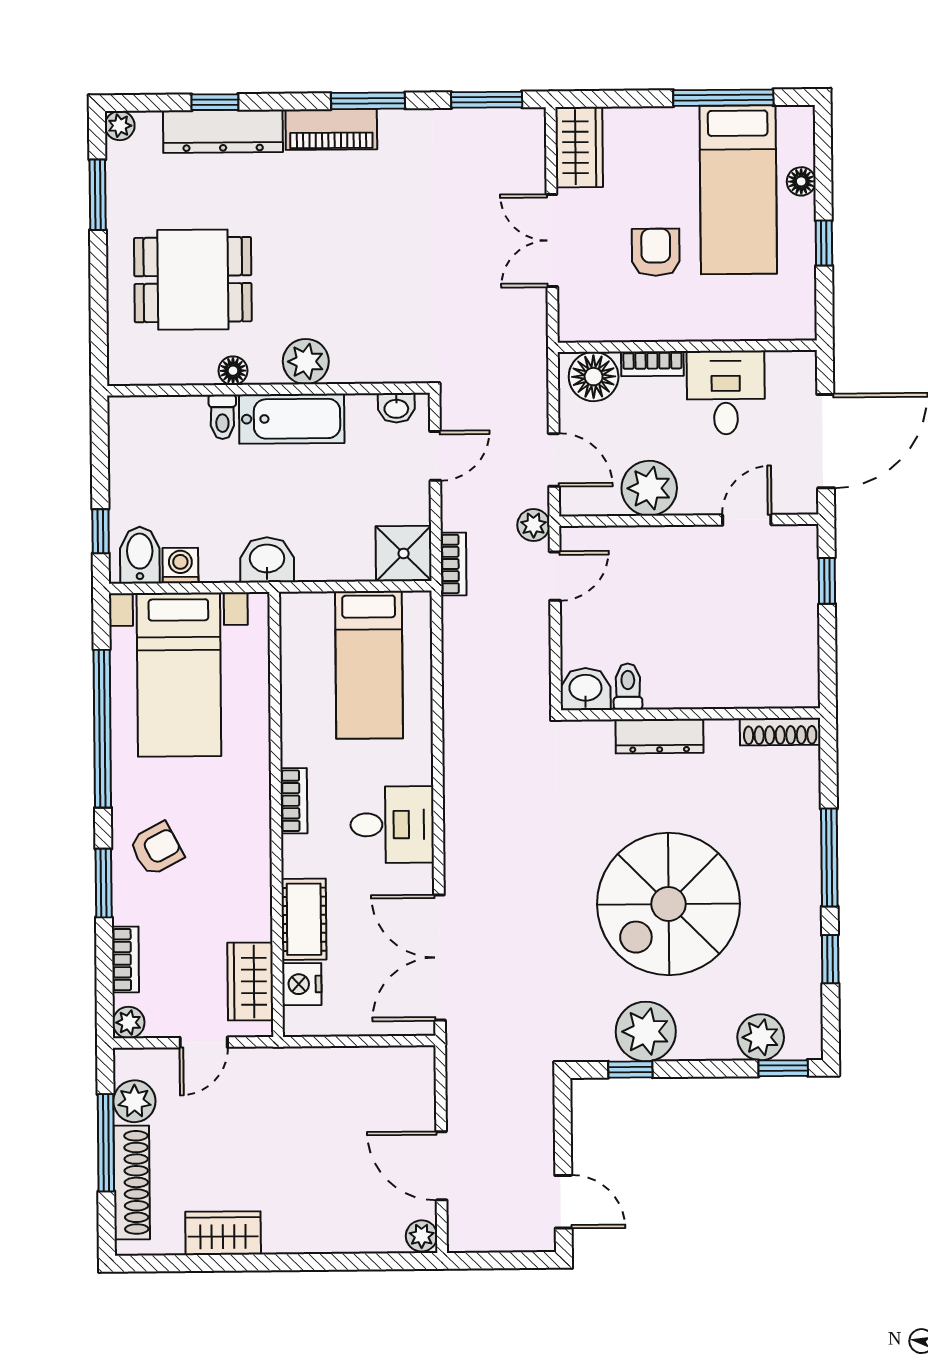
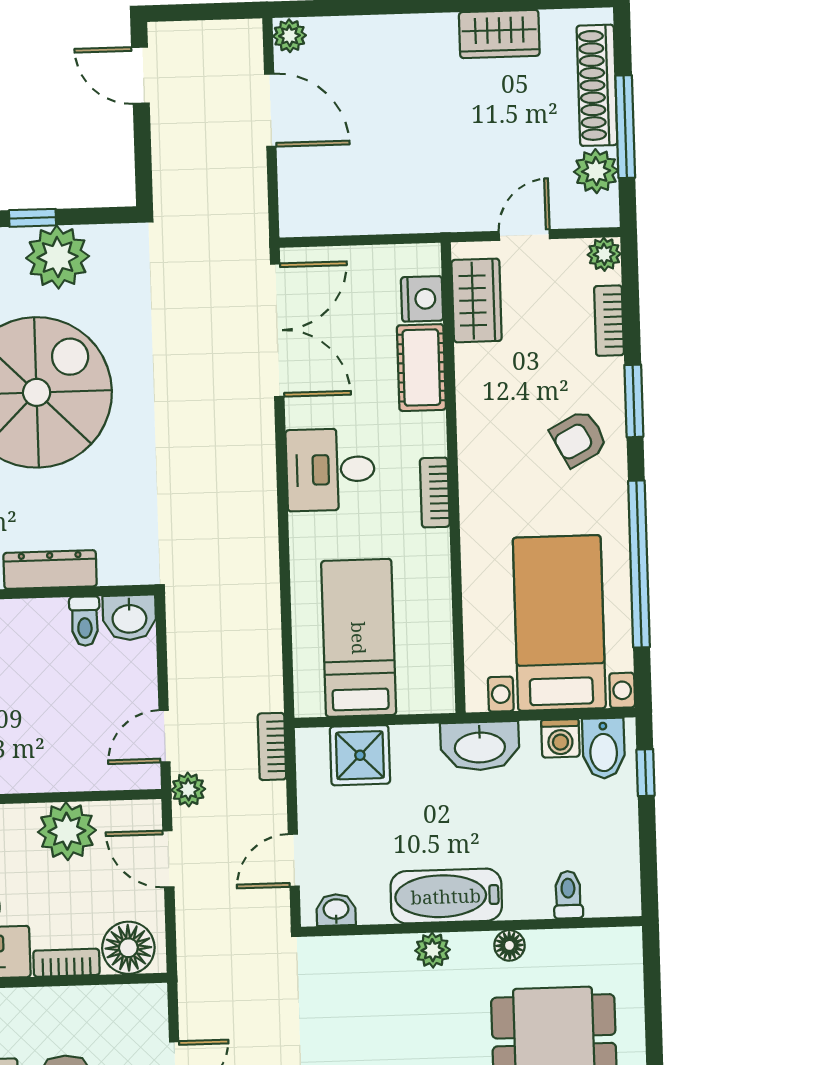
plant: (306, 362) -> (433, 950), width x0.73, depth x0.73
toilet: (222, 417) -> (568, 895), moved
shower: (404, 553) -> (360, 755), moved
washbasin: (267, 560) -> (480, 746), width x1.38
window: (630, 1069) -> (33, 218), moved

